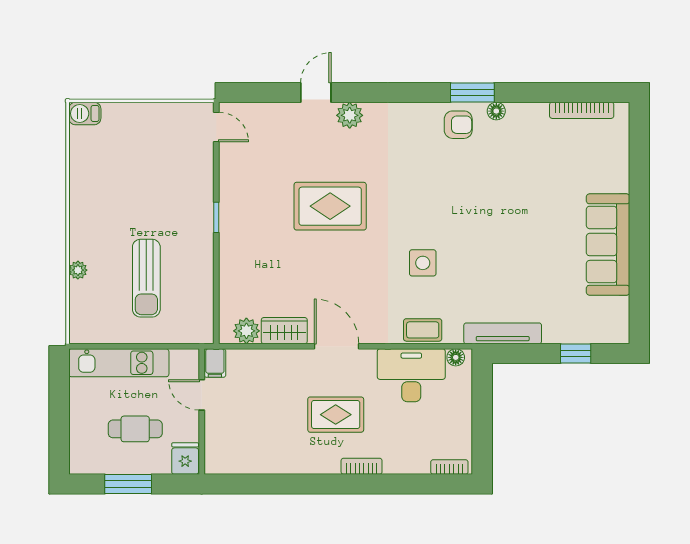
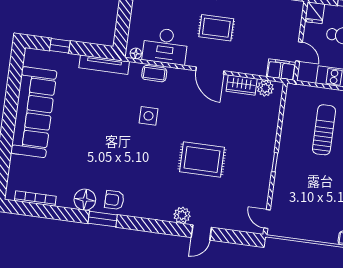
floor lamp: (496, 111) -> (85, 200), width x1.89, depth x1.89
sofa: (608, 245) -> (34, 112), width x1.36, depth x1.27
filing cabinet: (215, 363) -> (281, 70), width x2.00

